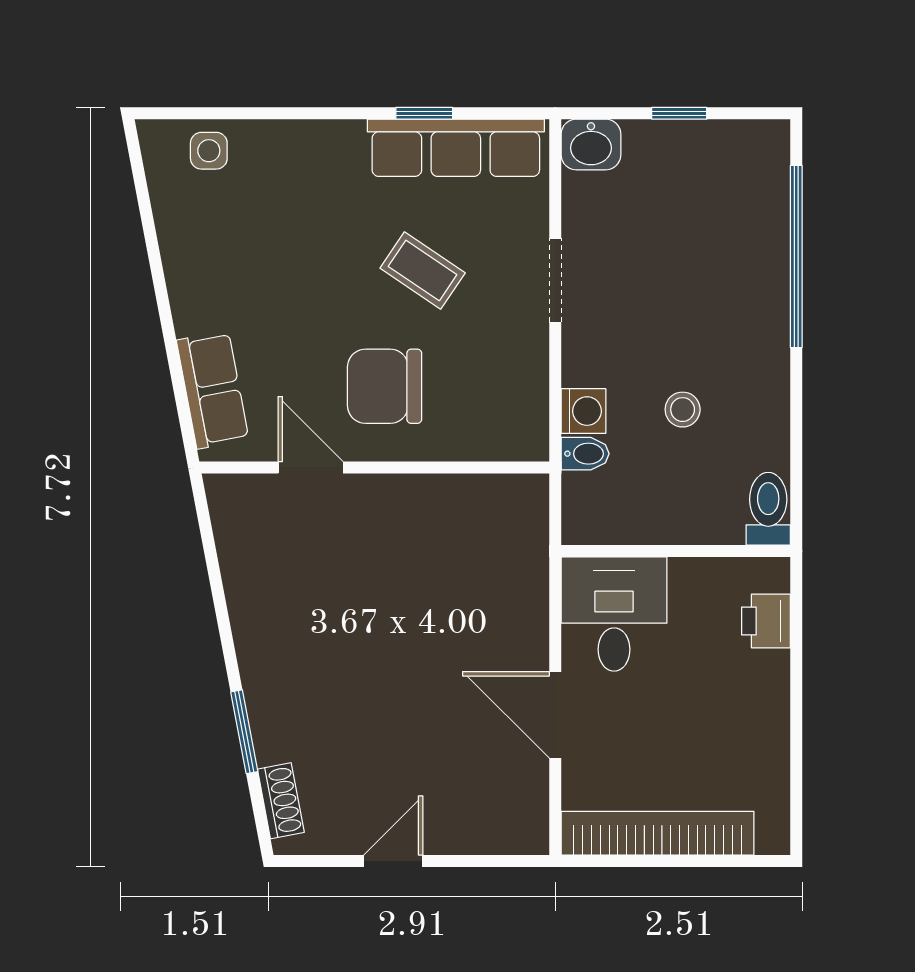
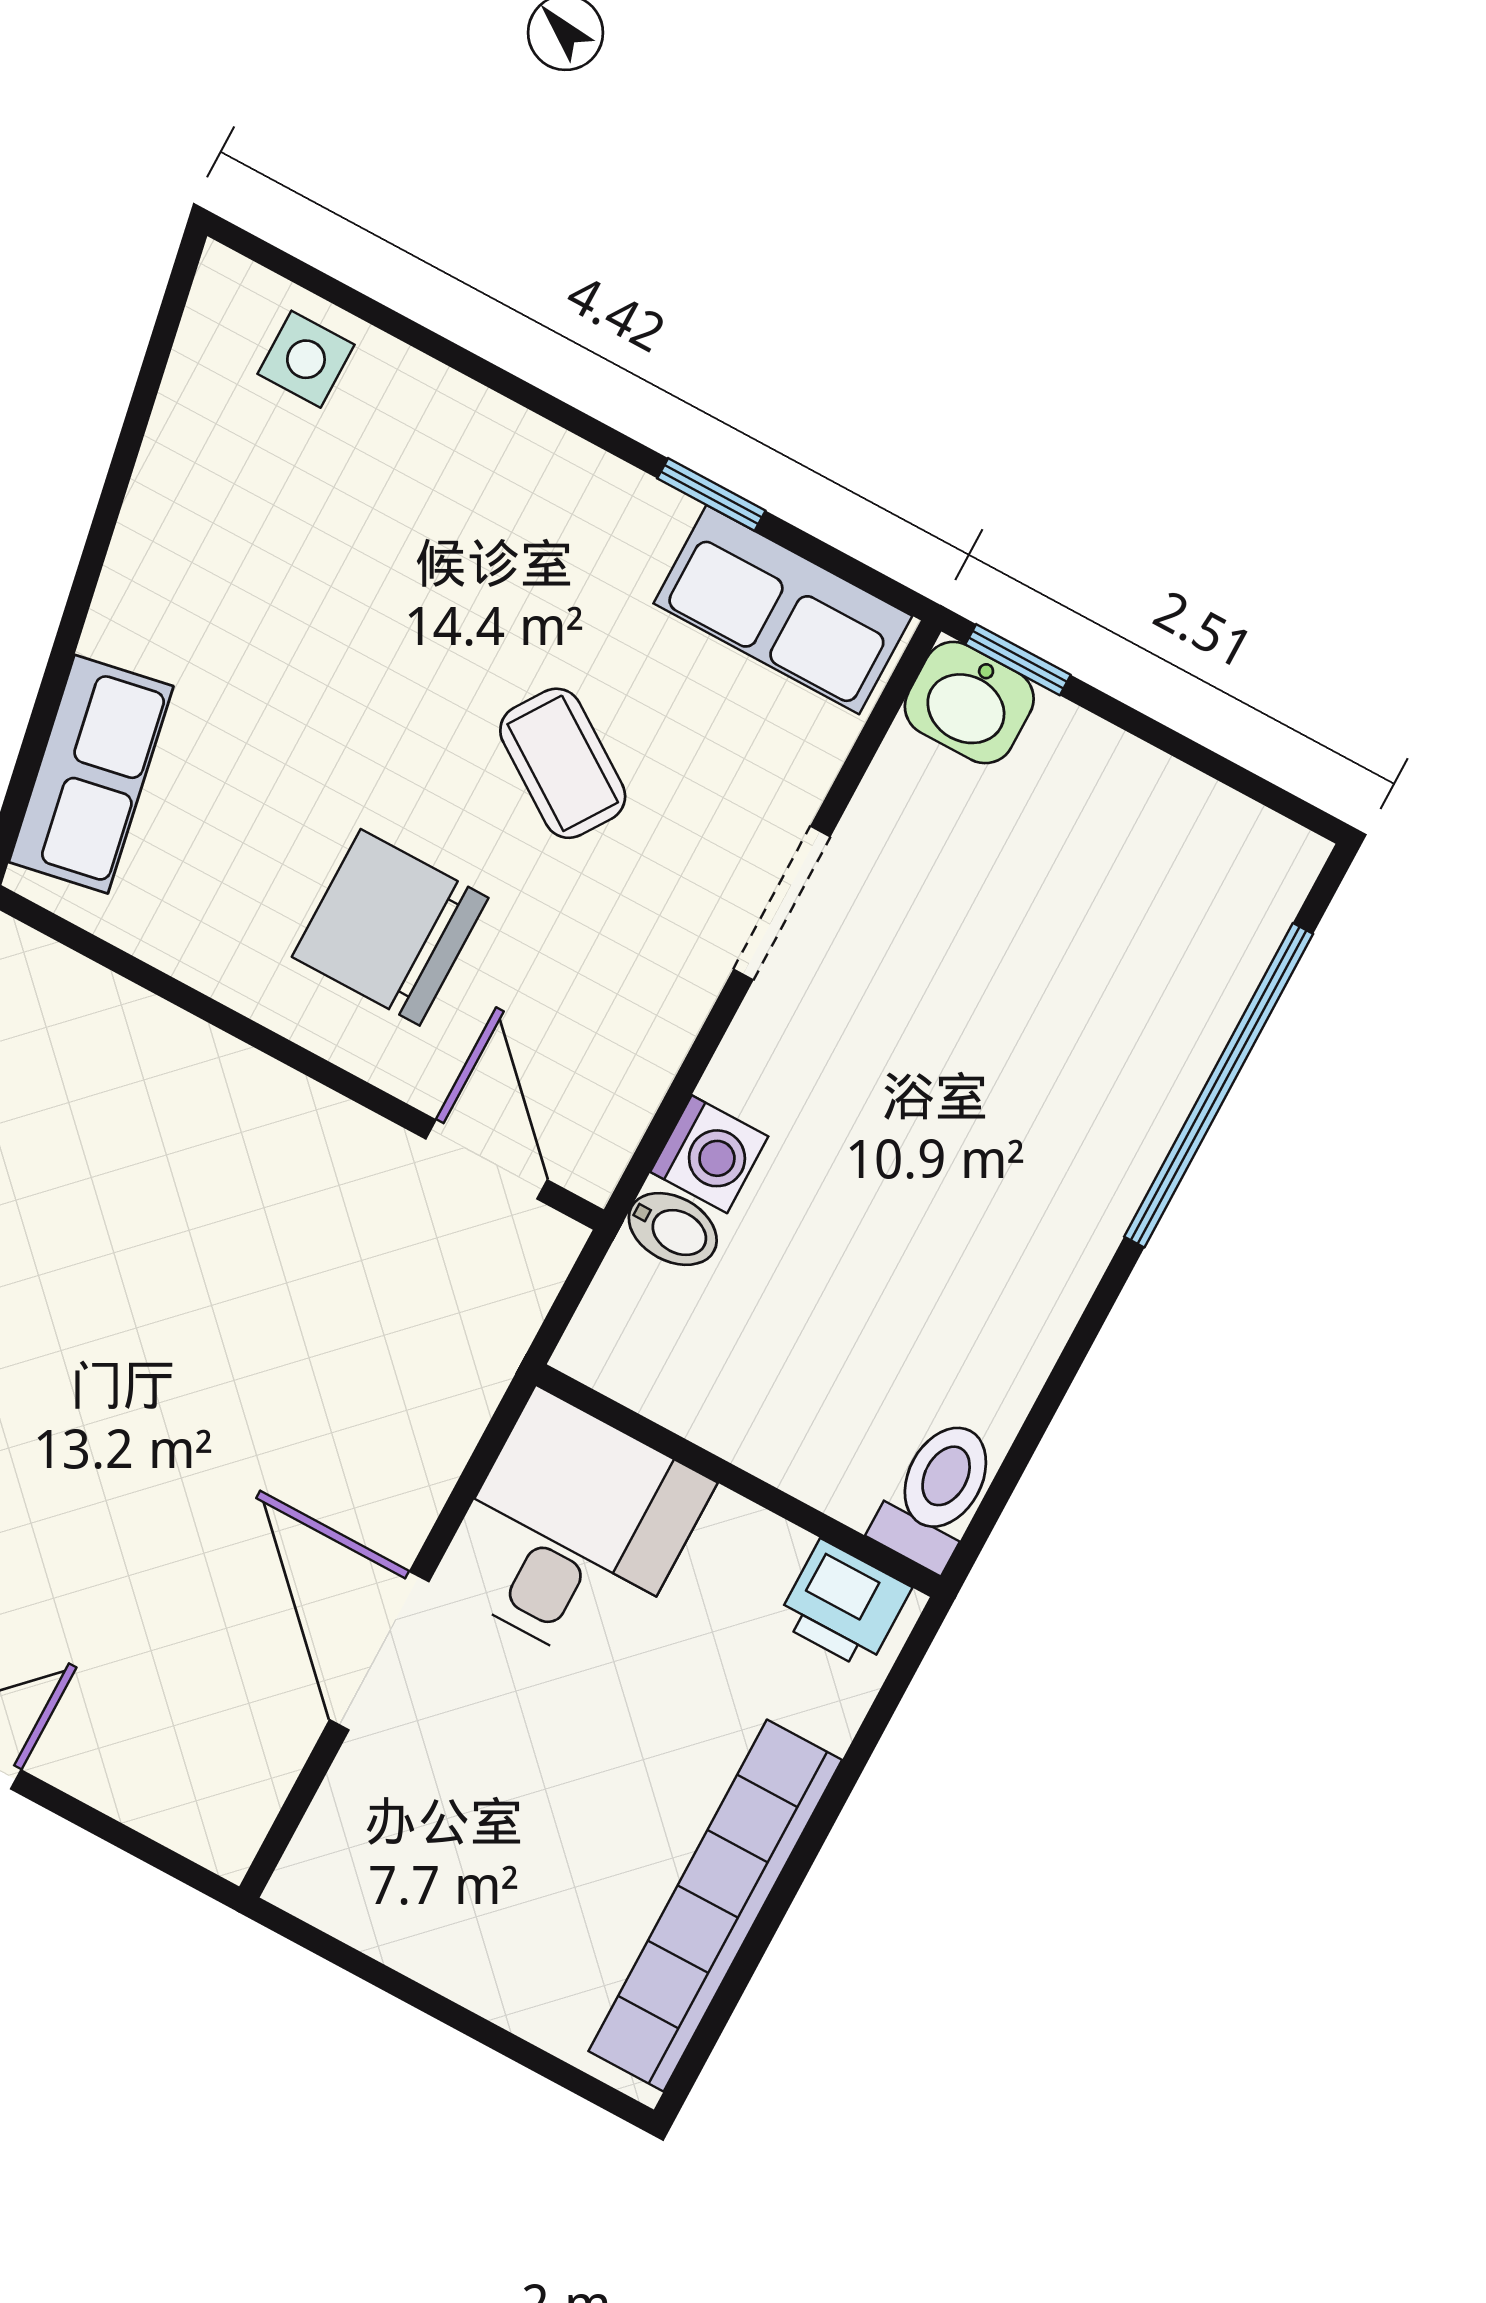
window: (679, 113) -> (1018, 660), moved
row of seats: (456, 148) -> (783, 610), width x0.68
stool: (683, 410) -> (881, 1243), removed
door: (311, 467) -> (486, 1159), moved
printer: (766, 621) -> (844, 1605), moved, turned -90
bookcase: (658, 833) -> (715, 1906), moved, turned -90

